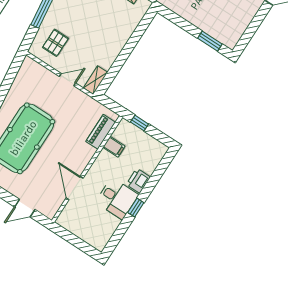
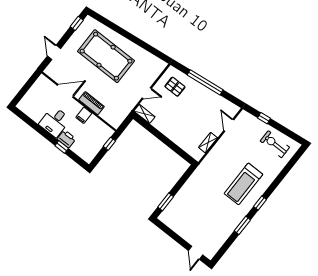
door: (68, 80) -> (147, 93), hinge flipped
piano: (101, 132) -> (91, 103), moved
filing cabinet: (114, 147) -> (84, 115), moved
window: (136, 208) -> (62, 147), moved

